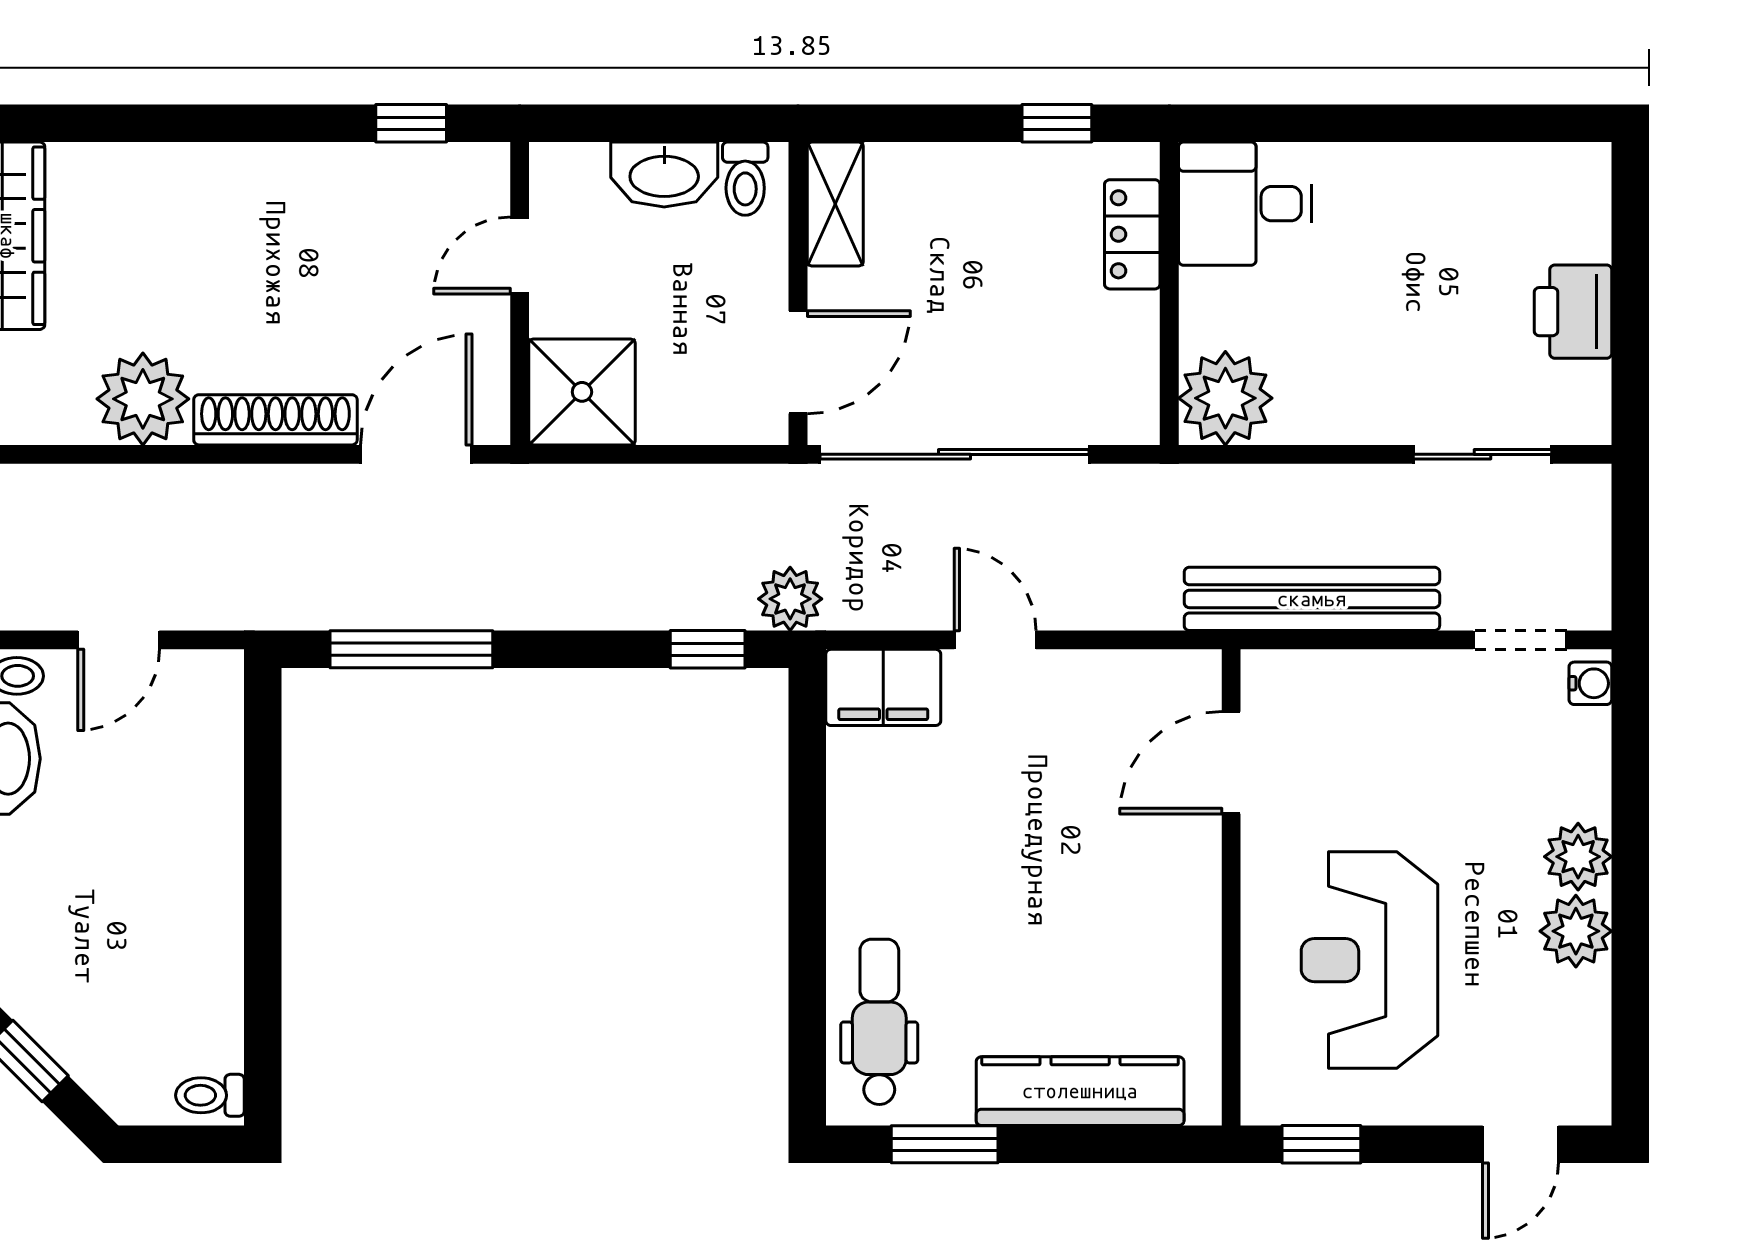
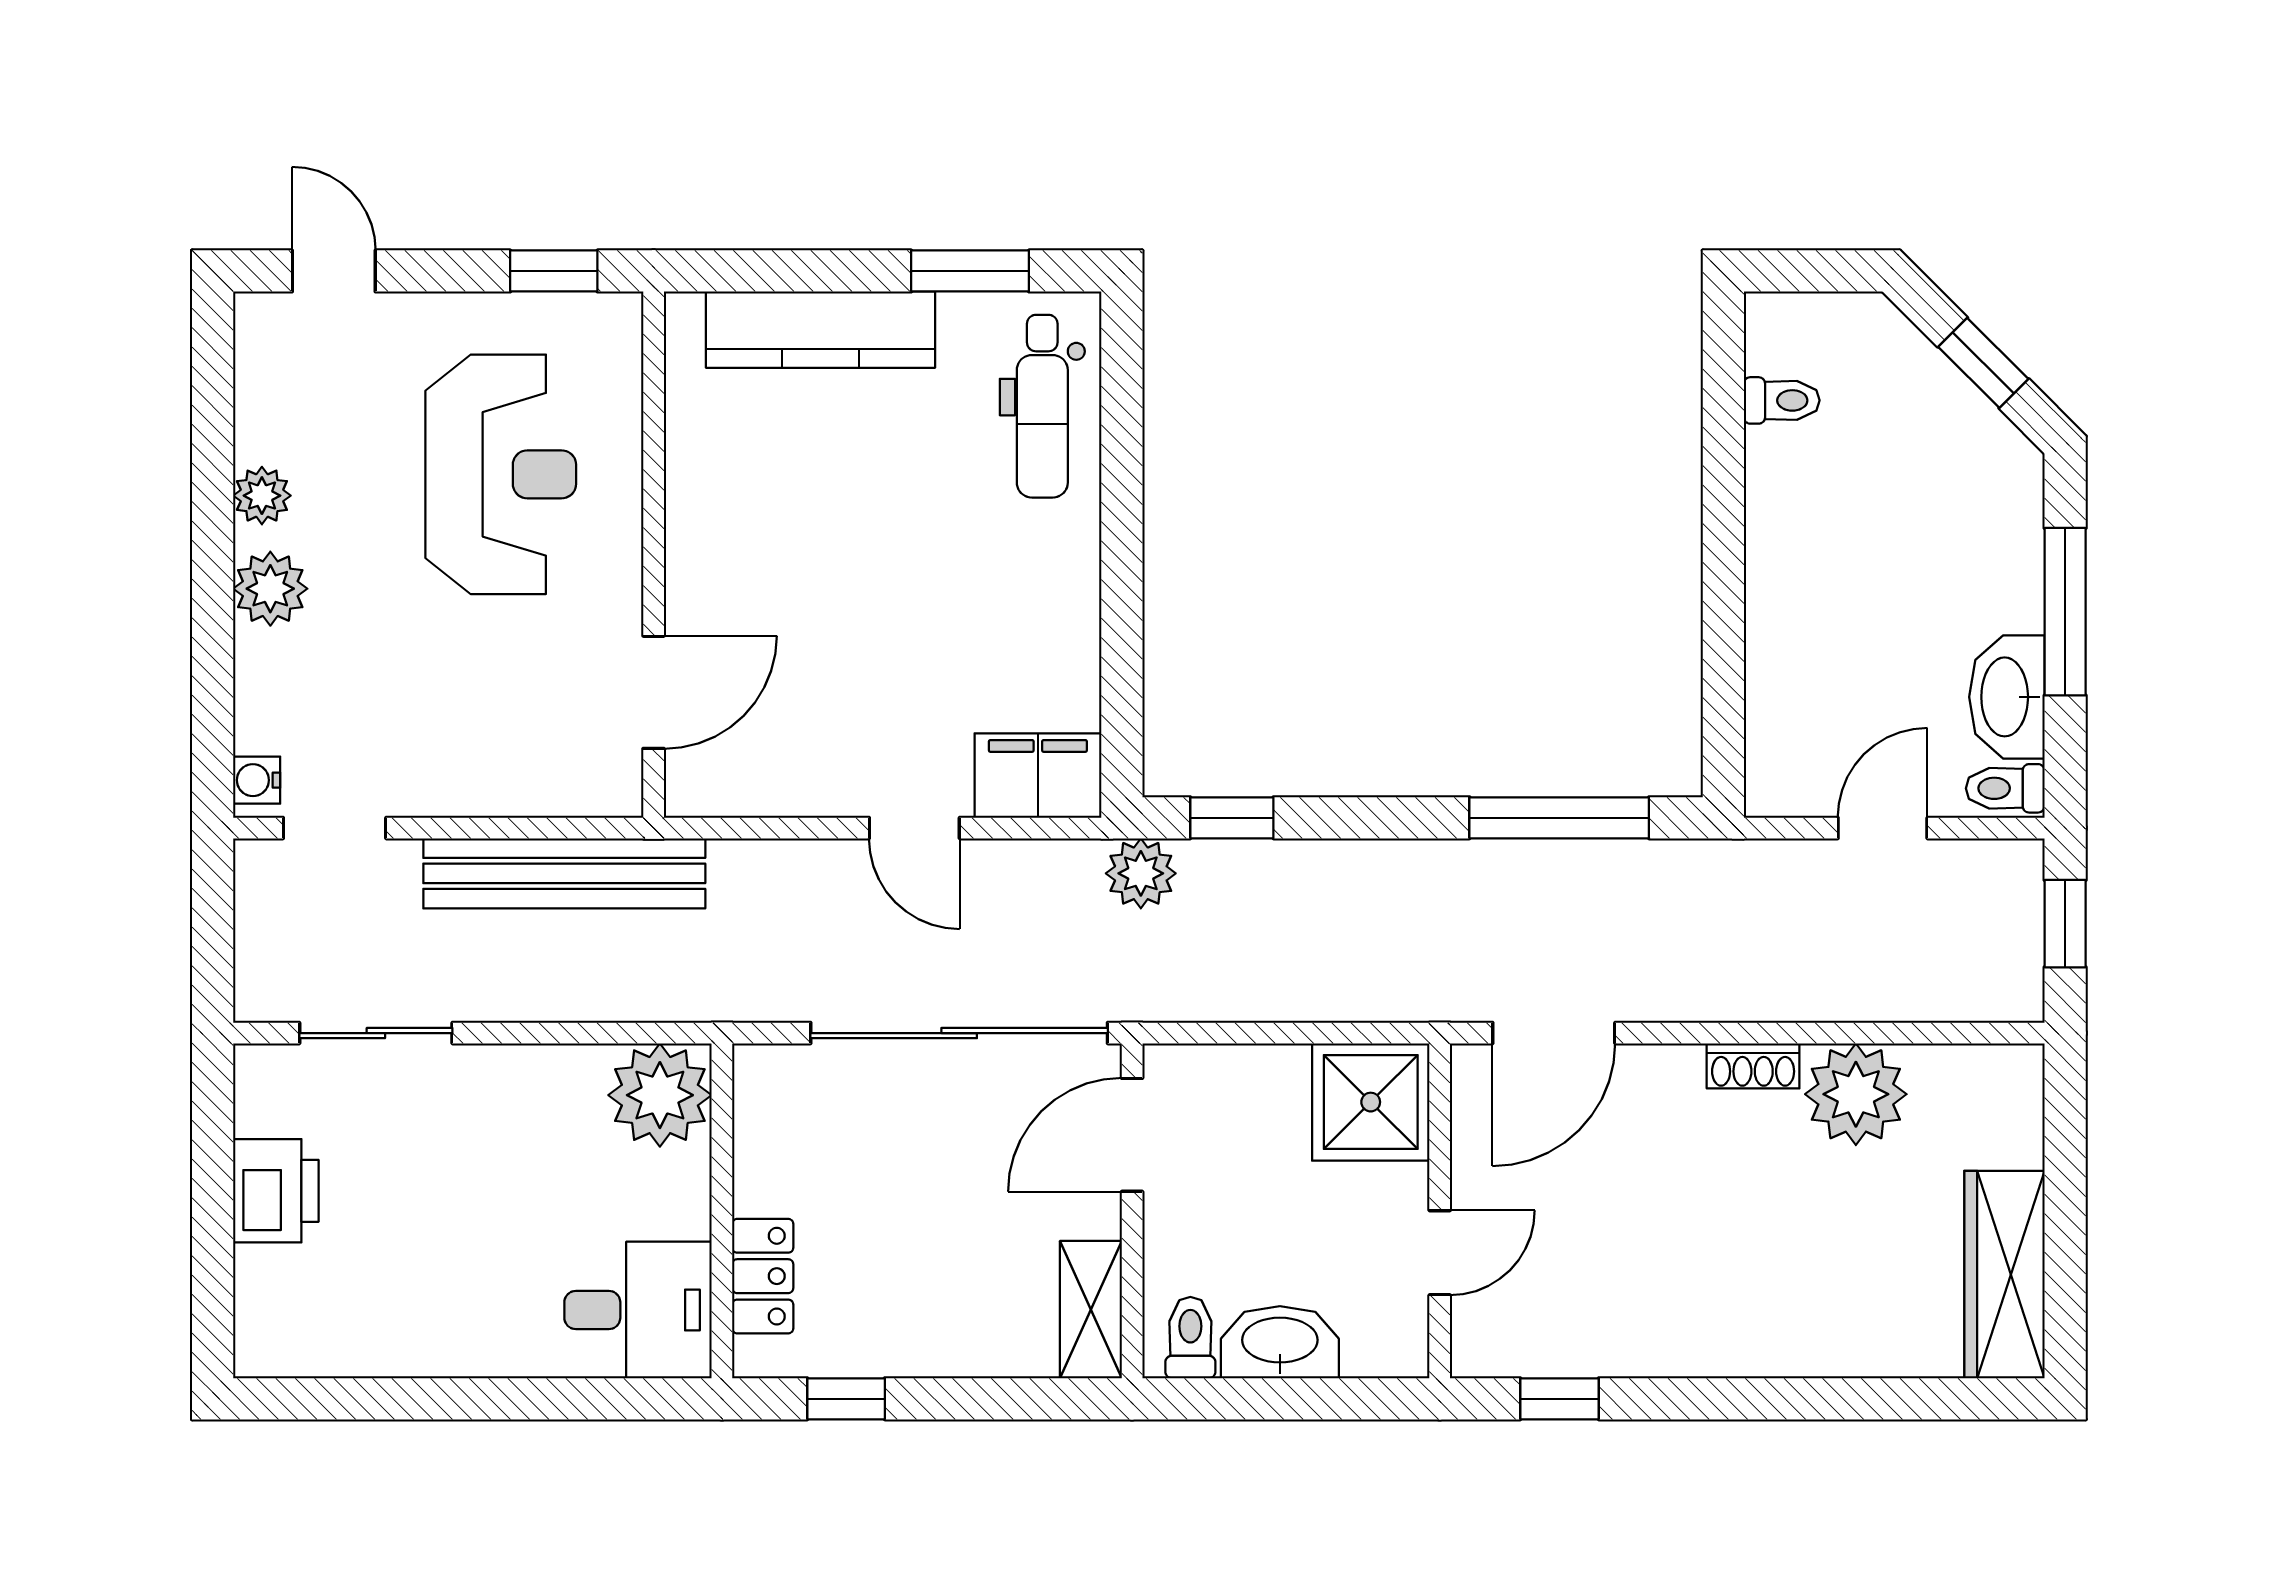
shoe rack: (275, 420) -> (1753, 1066), width x0.51, depth x0.81
plant: (1576, 931) -> (262, 496), width x0.73, depth x0.73
toilet: (210, 1095) -> (1782, 400), moved
door: (1521, 1144) -> (334, 271), hinge flipped

